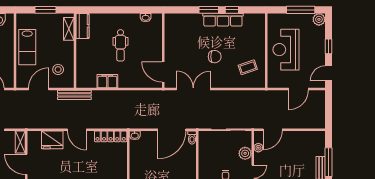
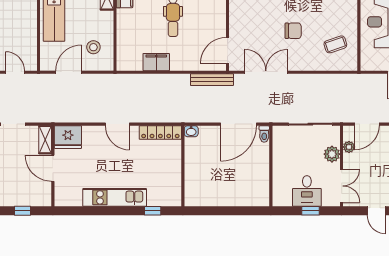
door: (163, 72) -> (228, 50), hinge flipped
bench: (74, 95) -> (212, 80), moved
fridge: (52, 140) -> (68, 137), moved

